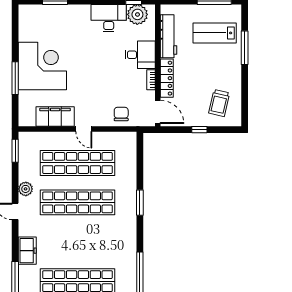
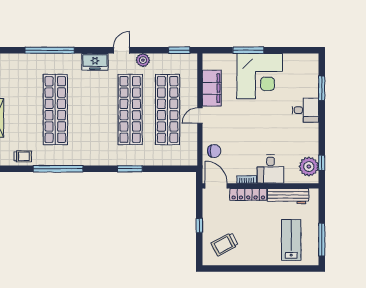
desk: (109, 18) -> (305, 110), moved, width x0.73
window: (245, 48) -> (277, 268), removed
trolley: (219, 103) -> (225, 244), turned -41
door: (158, 112) -> (216, 186), swing flipped
freezer: (27, 251) -> (95, 62), moved

